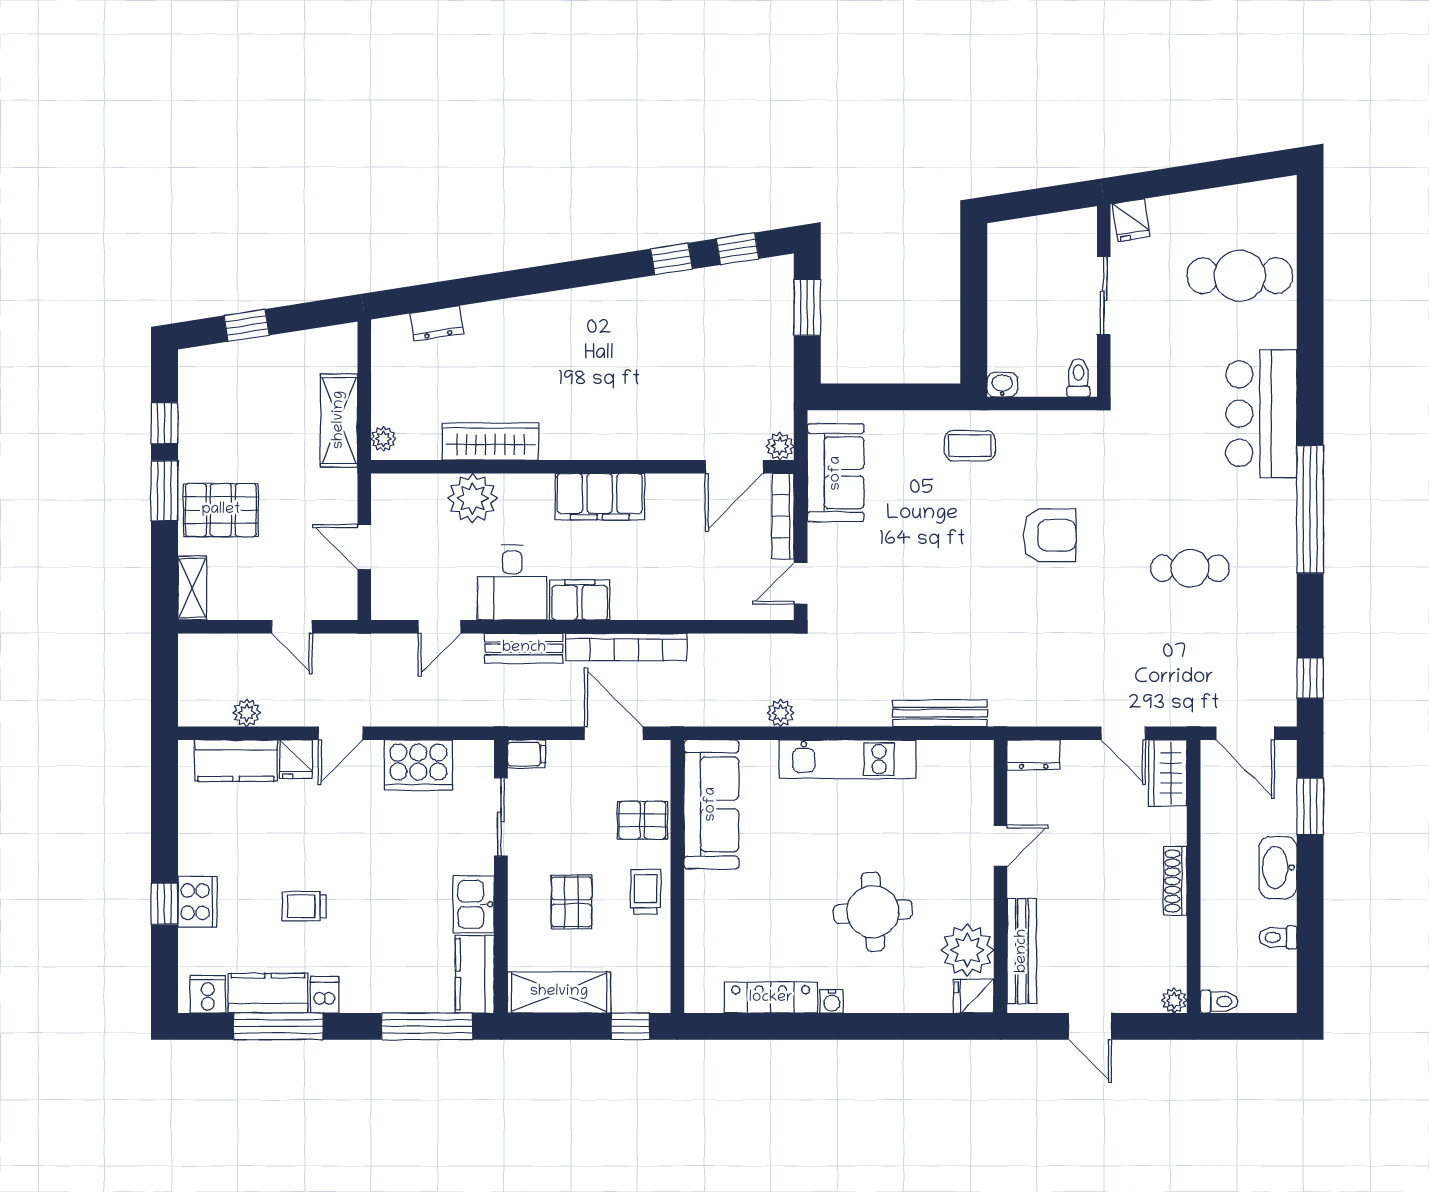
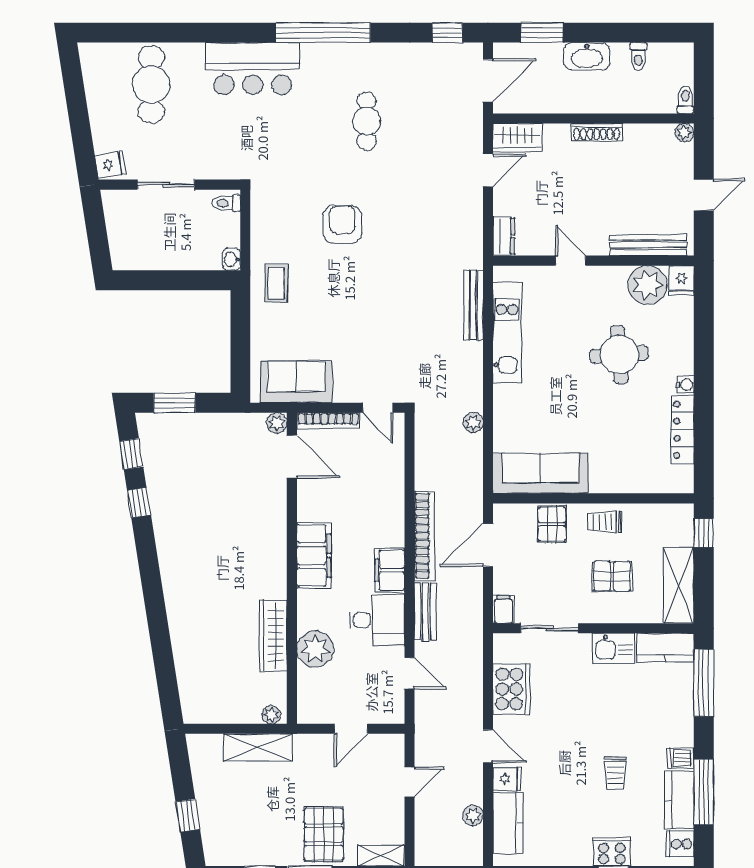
dresser: (437, 323) -> (186, 676), removed
kitchen unit: (848, 759) -> (507, 333), moved

